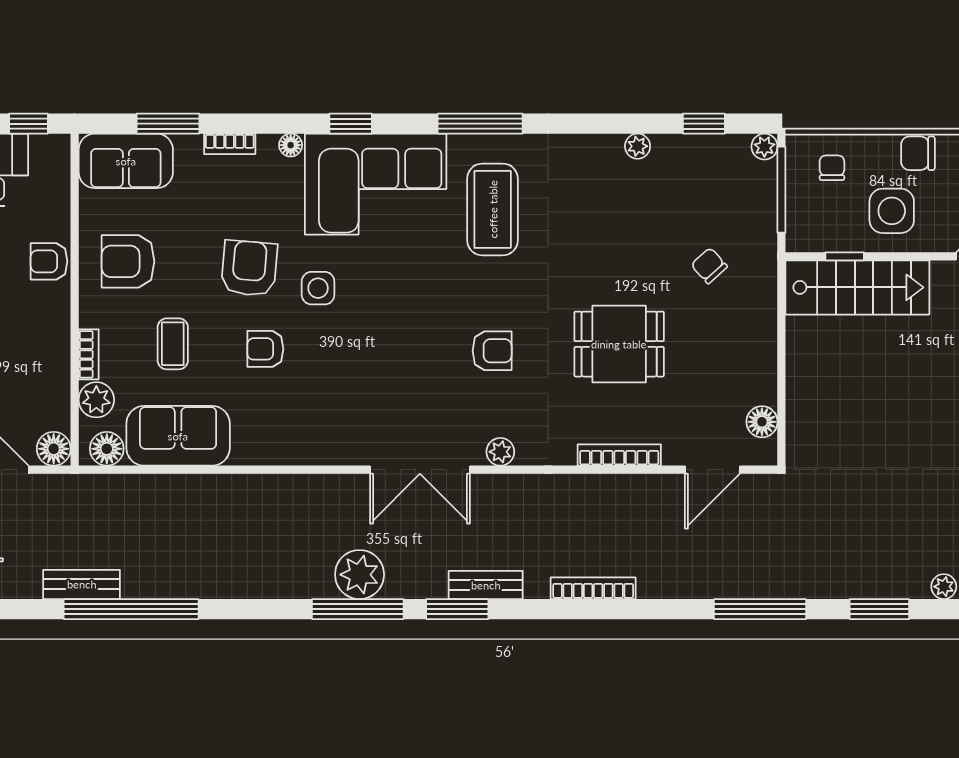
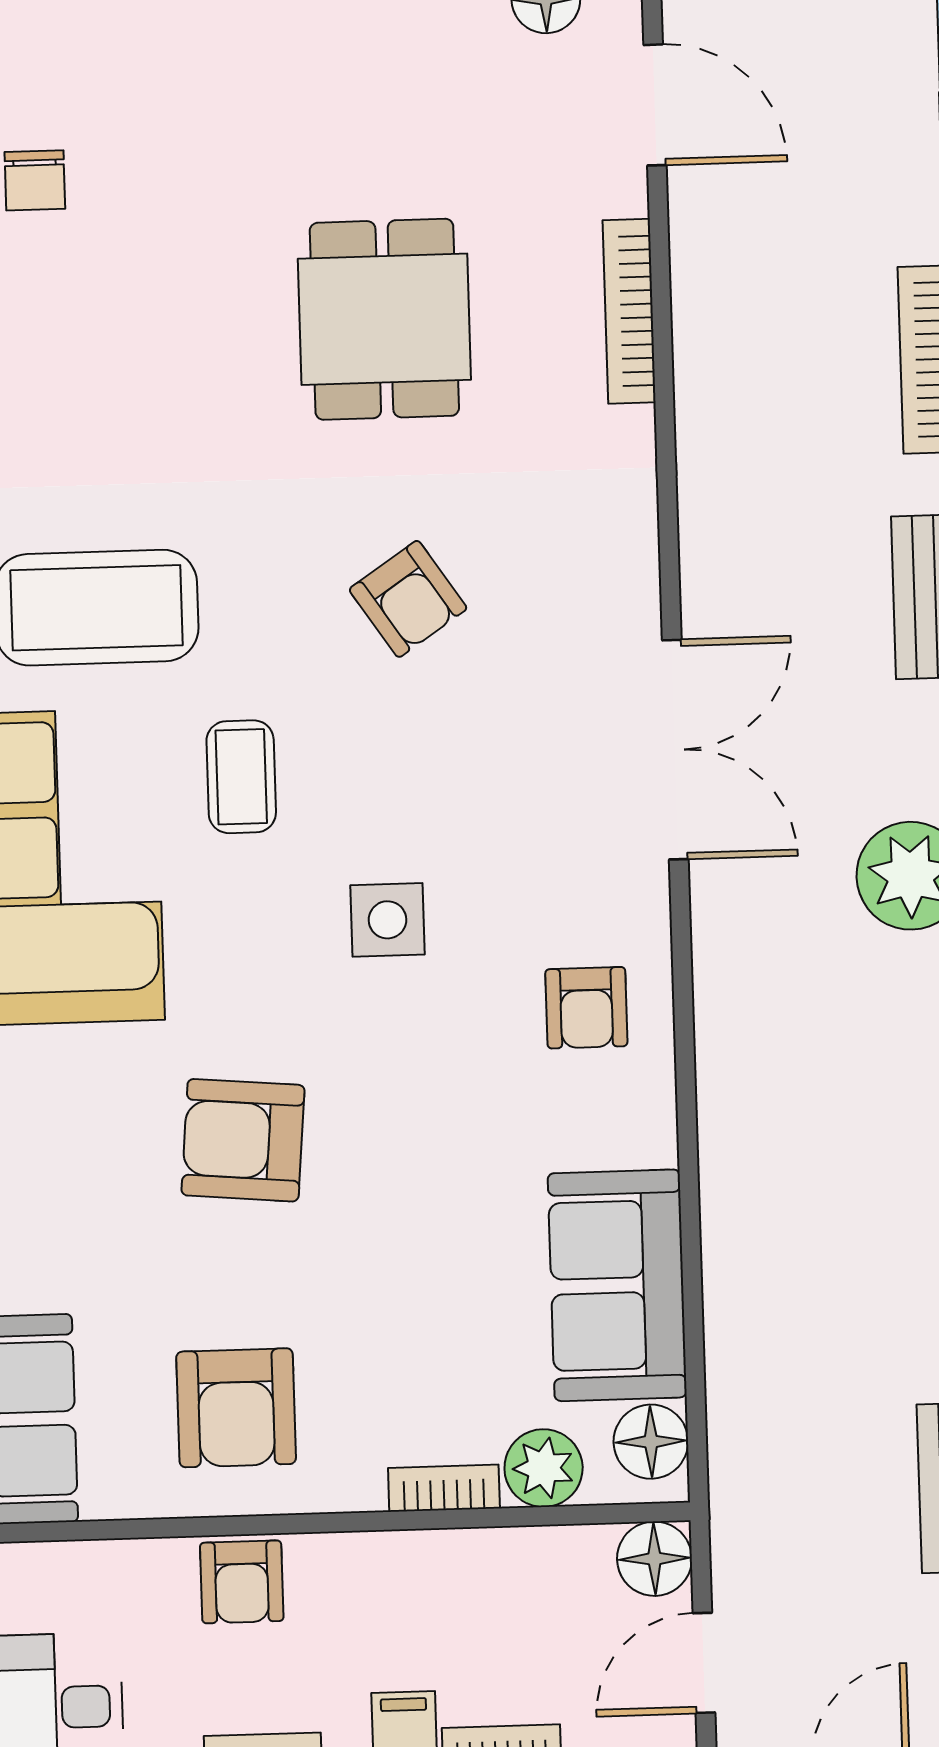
chair: (709, 266) -> (35, 180), moved, turned -48
side table: (318, 288) -> (388, 920), moved
coffee table: (173, 344) -> (241, 777), moved, turned 90
armchair: (265, 349) -> (586, 1008), moved
armchair: (492, 351) -> (408, 599), turned 146
plant: (500, 452) -> (630, 574), removed

